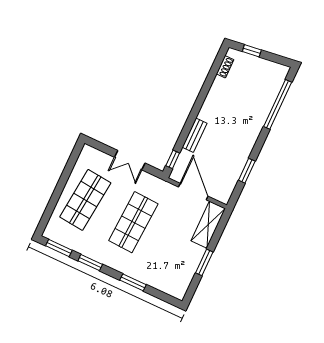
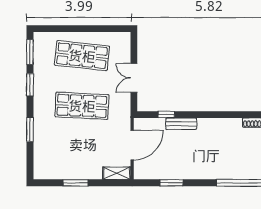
window: (173, 159) -> (166, 115), moved
shelving: (208, 225) -> (117, 173), width x0.67, depth x0.75

